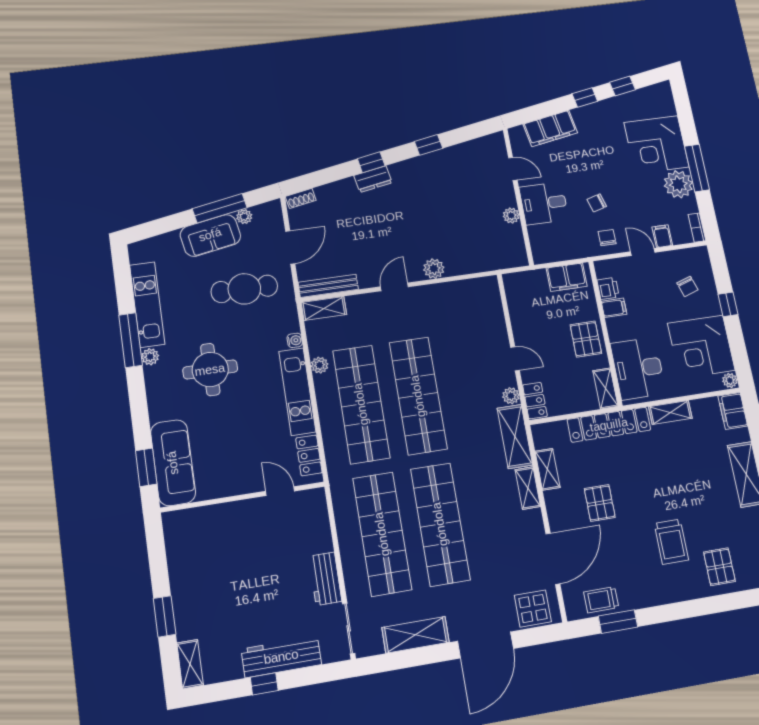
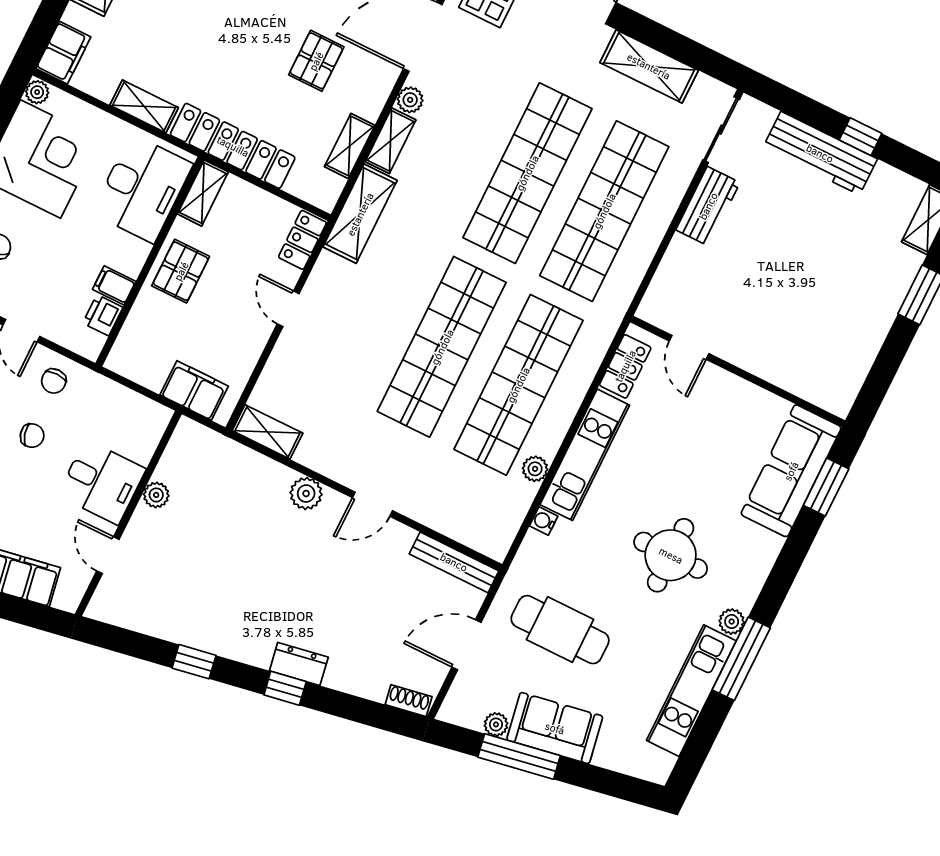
filing cabinet: (567, 277) -> (194, 390), moved
shelving: (324, 308) -> (267, 432), moved
plant: (511, 396) -> (410, 100), moved

